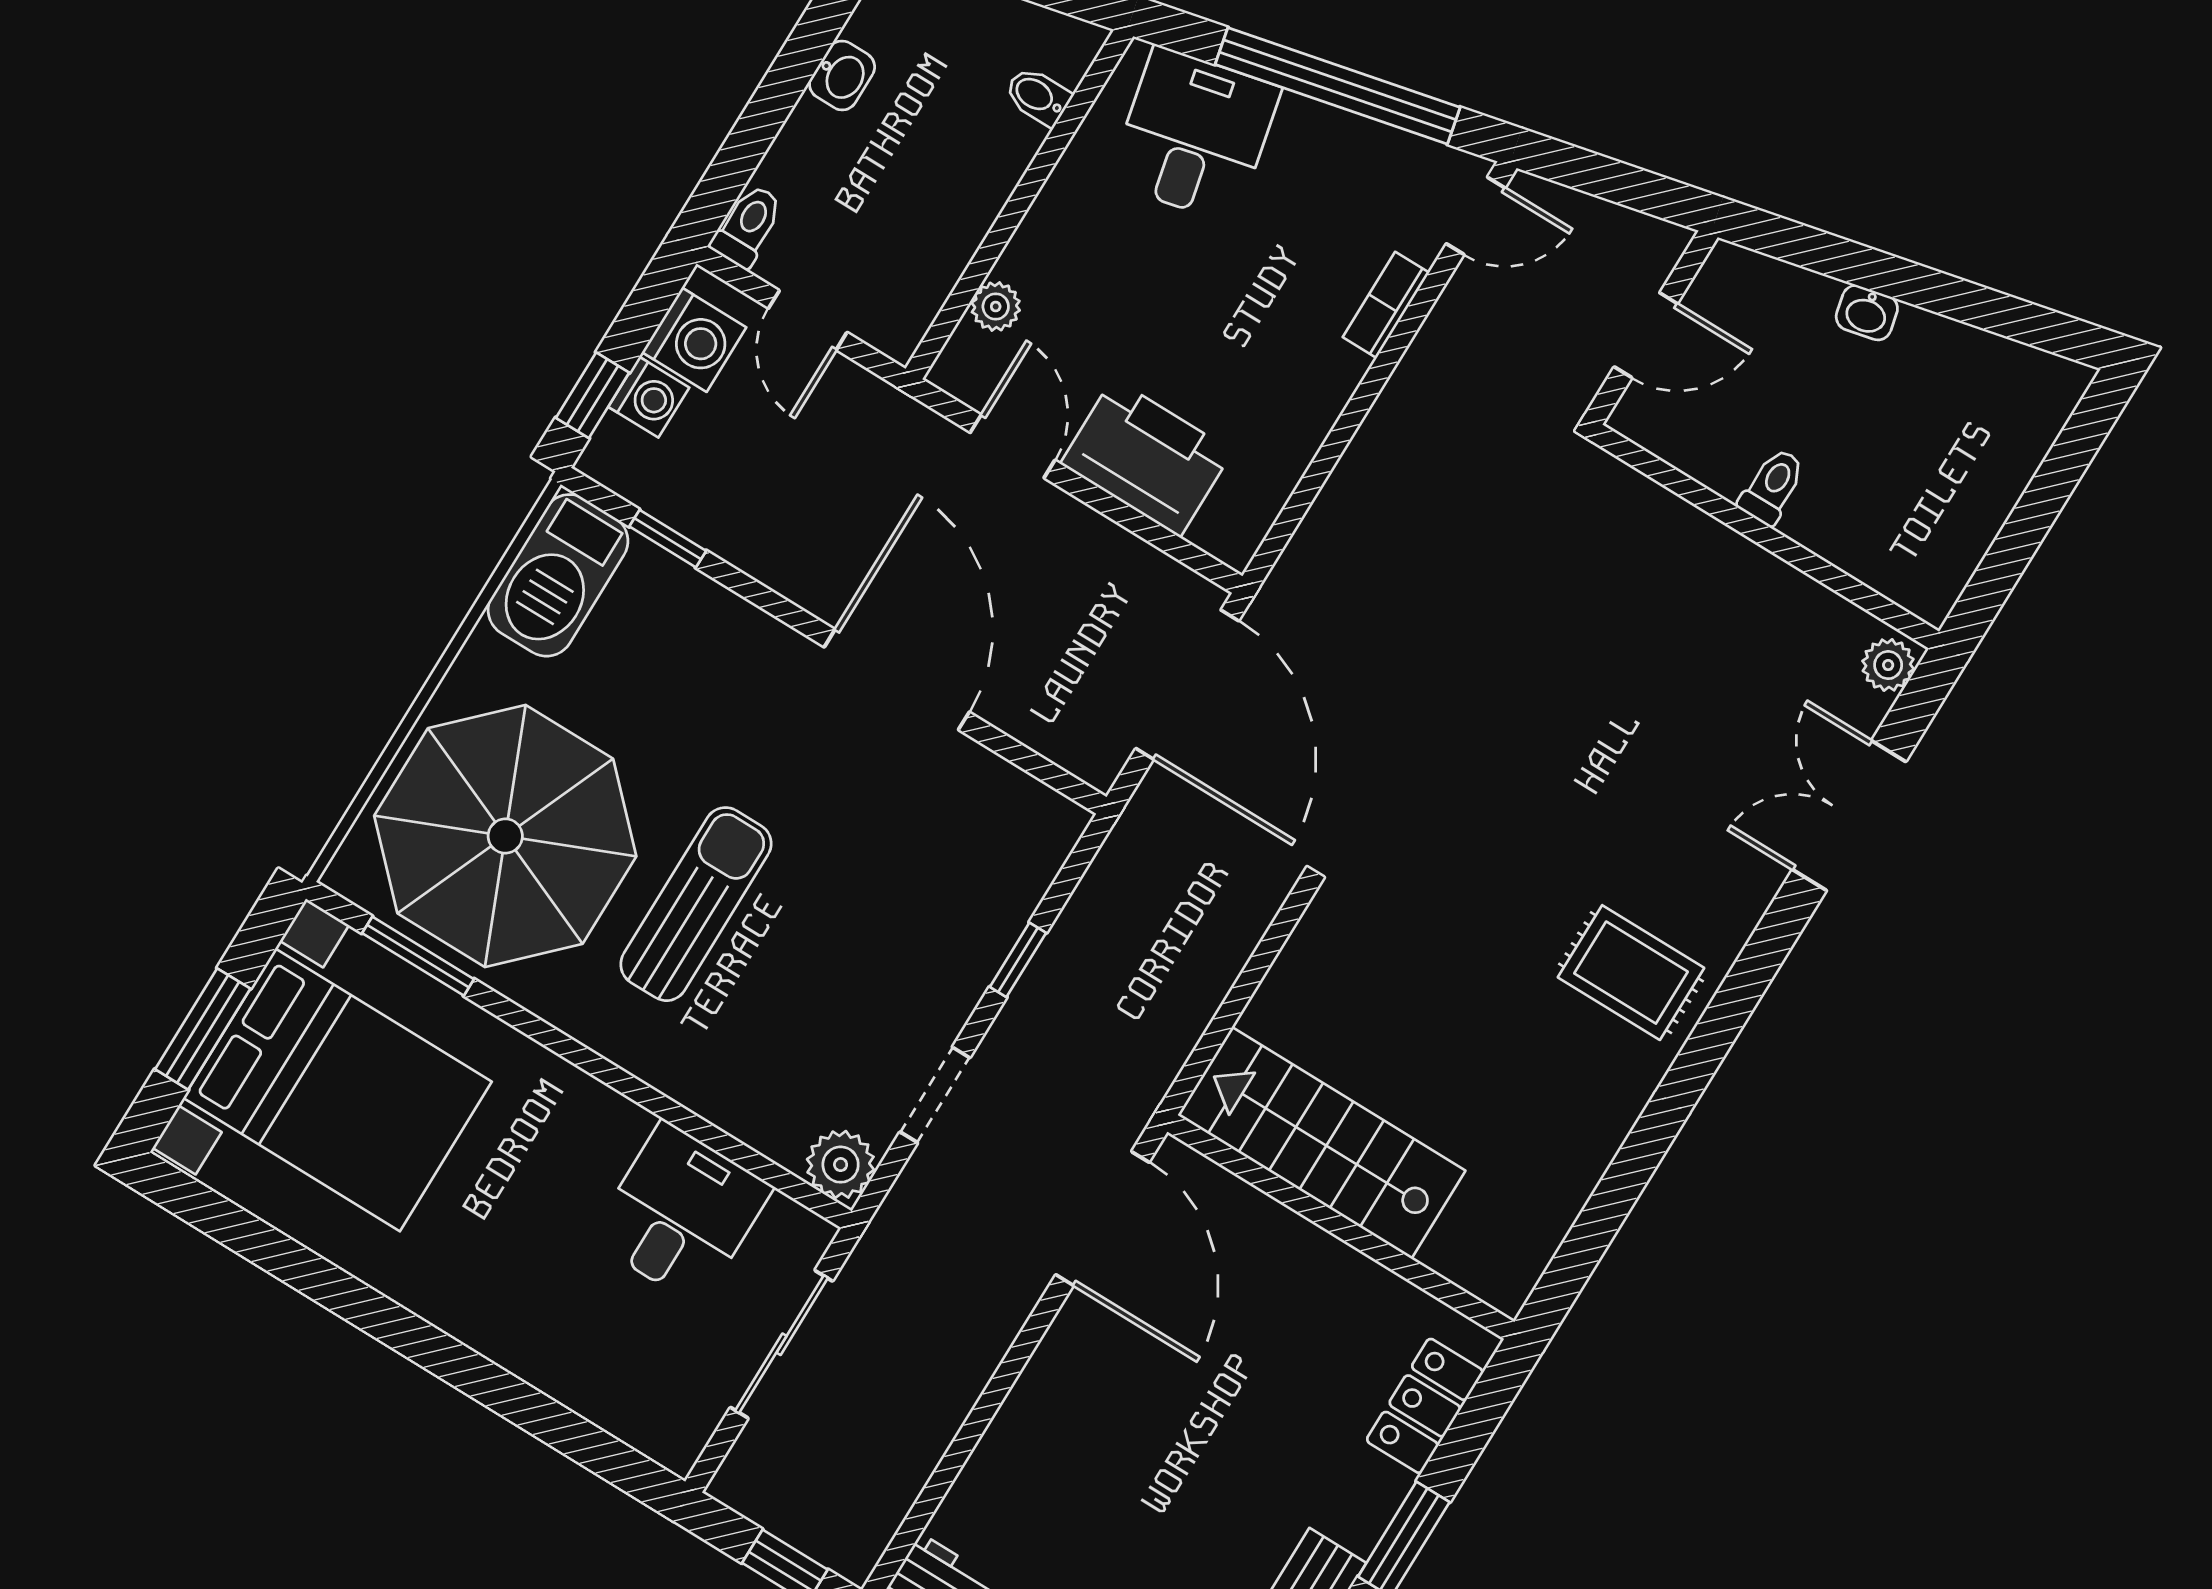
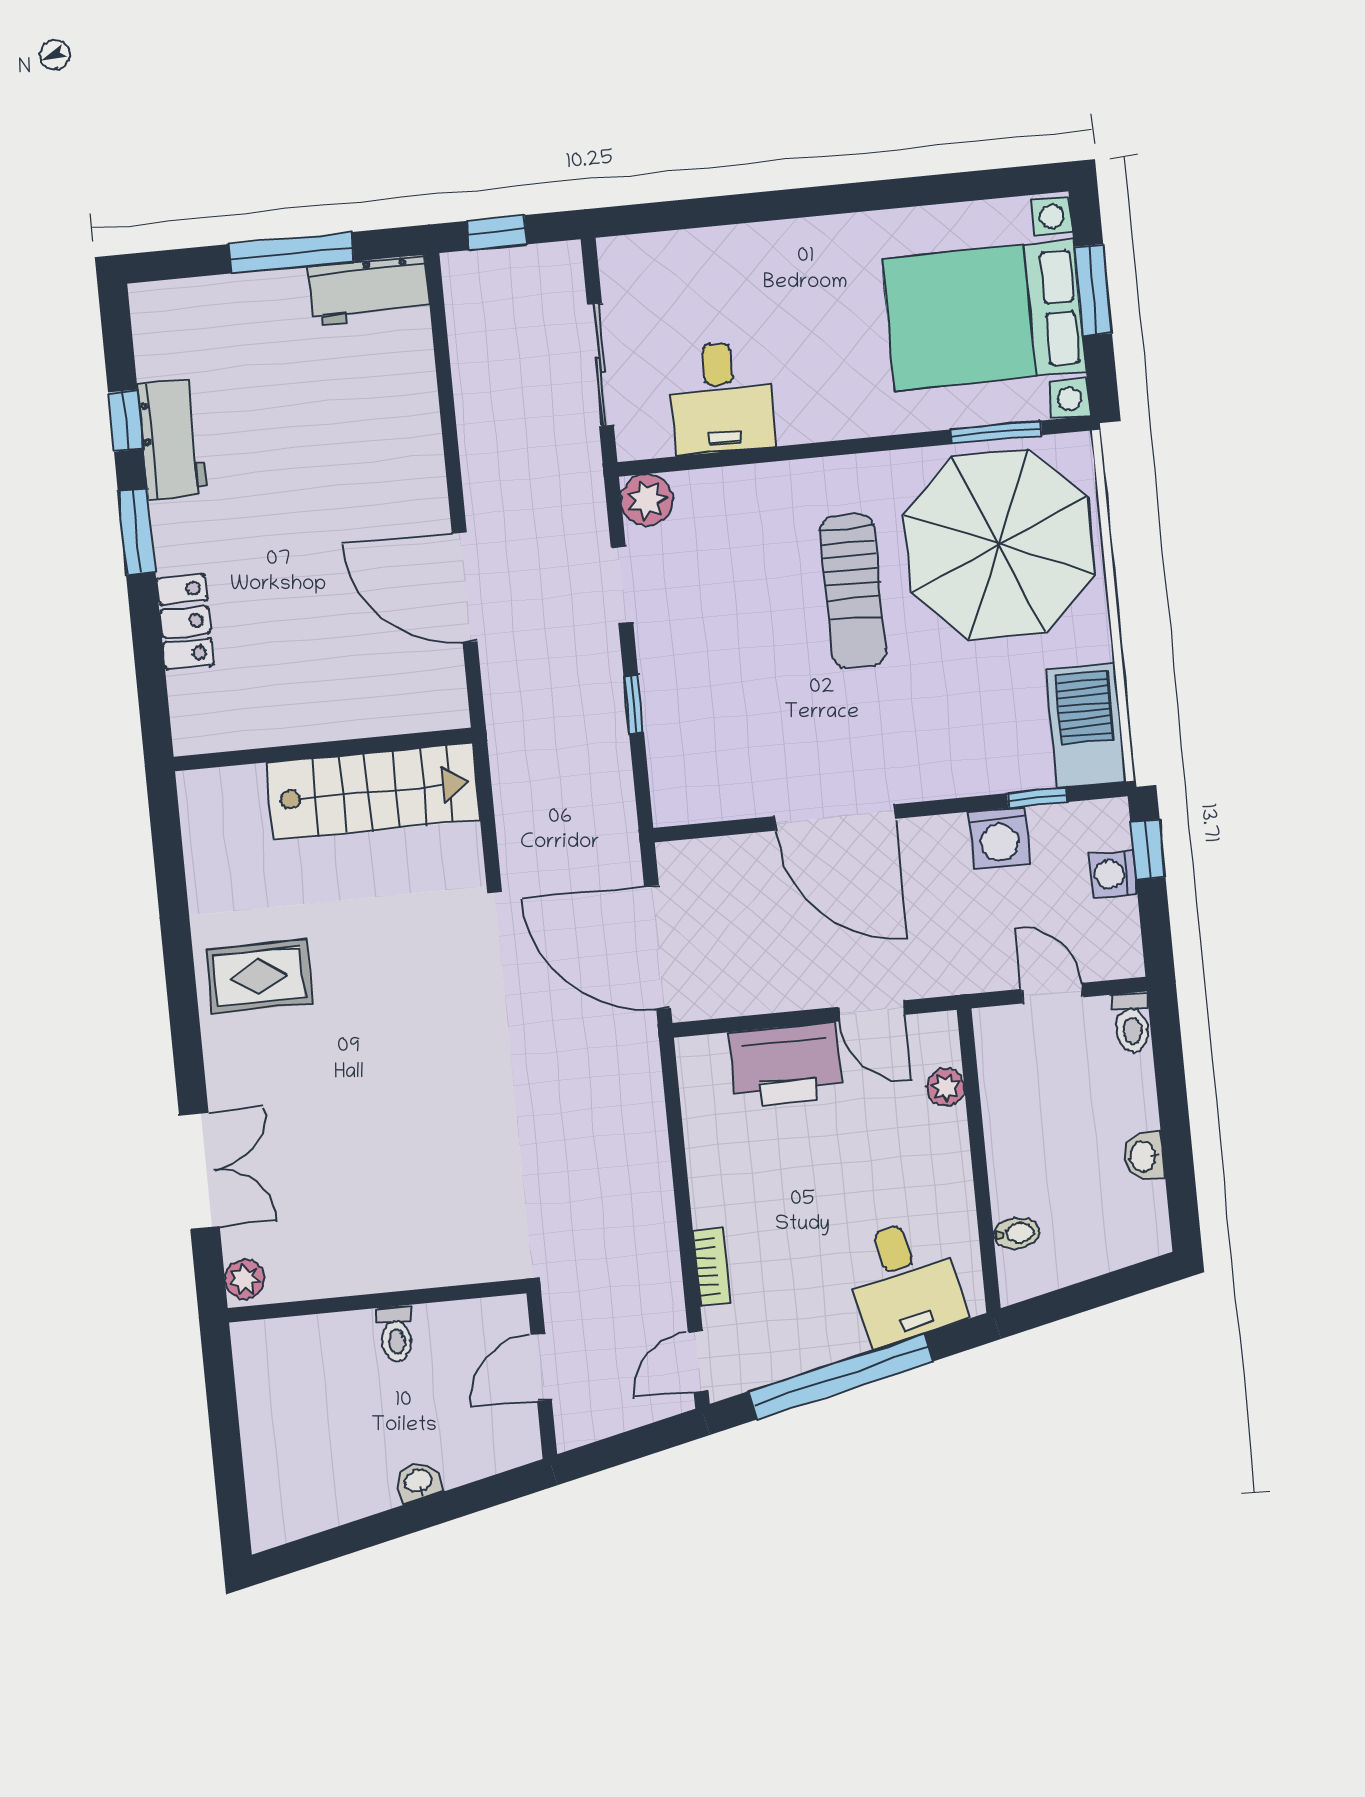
washing machine: (694, 340) -> (999, 838), moved, turned -90
stairs: (1322, 1143) -> (373, 791), moved
wall: (1341, 1227) -> (323, 749), moved

